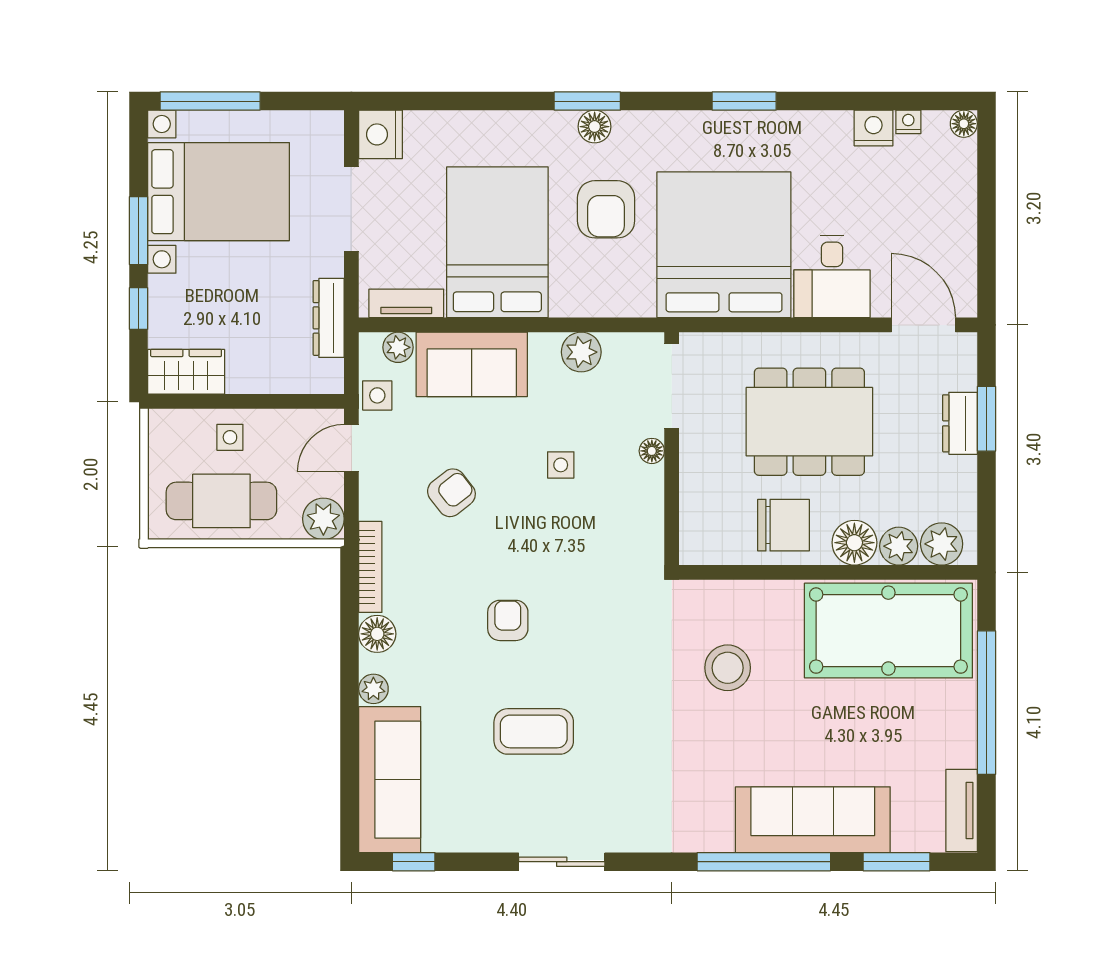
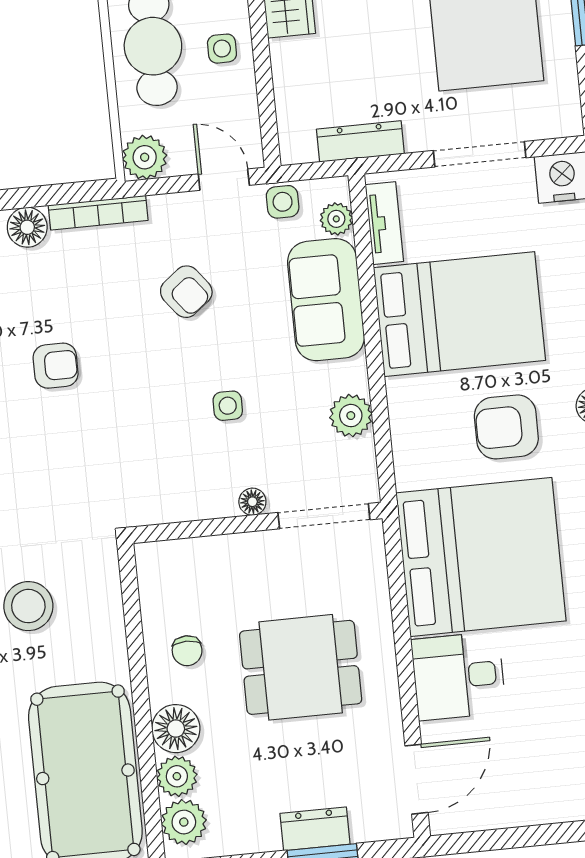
dining table: (809, 422) -> (301, 667), width x0.73
chair: (784, 525) -> (187, 651), width x0.54, depth x0.54

